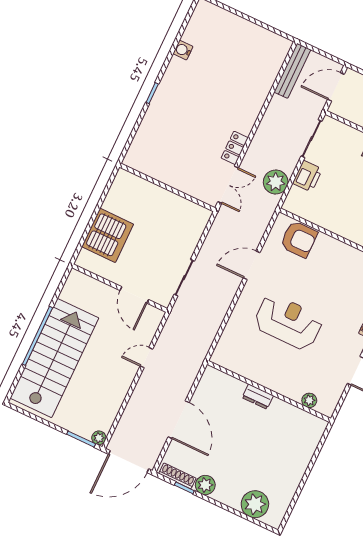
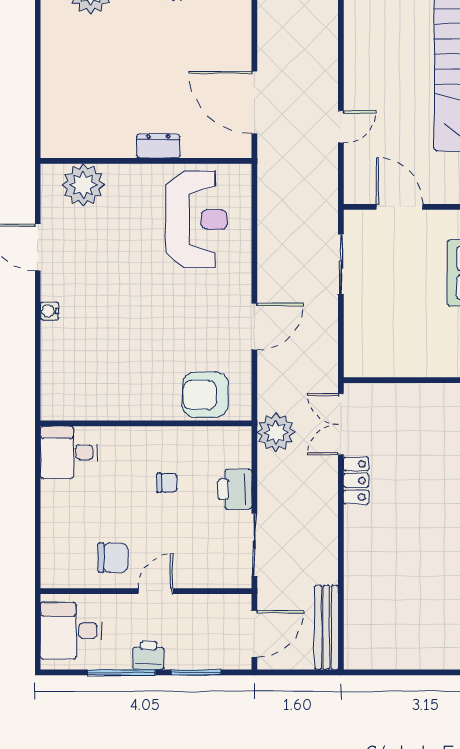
plant: (276, 182) -> (276, 432), moved
chair: (345, 199) -> (167, 483), added
reception desk: (288, 322) -> (196, 220), moved, turned -90
plant: (309, 400) -> (83, 185), width x1.88, depth x1.88
door: (179, 420) -> (254, 102), moved

